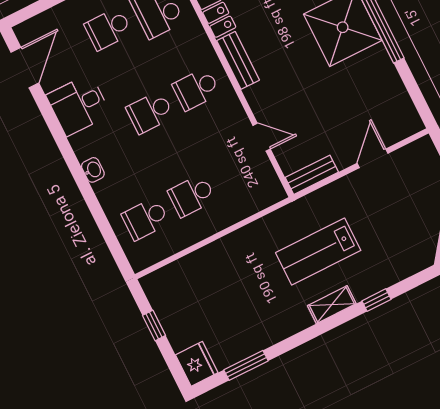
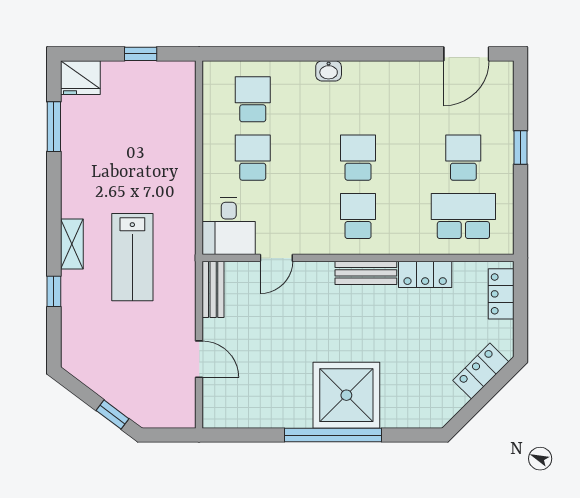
door: (25, 68) -> (466, 54), hinge flipped
desk: (78, 105) -> (229, 226), moved, turned 180
lab bench: (318, 252) -> (132, 257), turned 180

